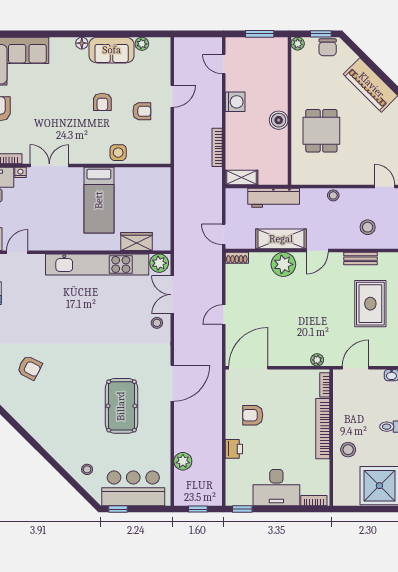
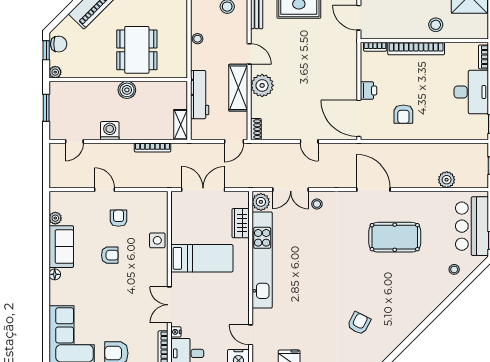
dining table: (321, 131) -> (137, 50), width x1.38
double door: (172, 201) -> (203, 190), added
plant: (317, 360) -> (352, 54), removed
printer: (234, 449) -> (369, 91), moved, turned 90

